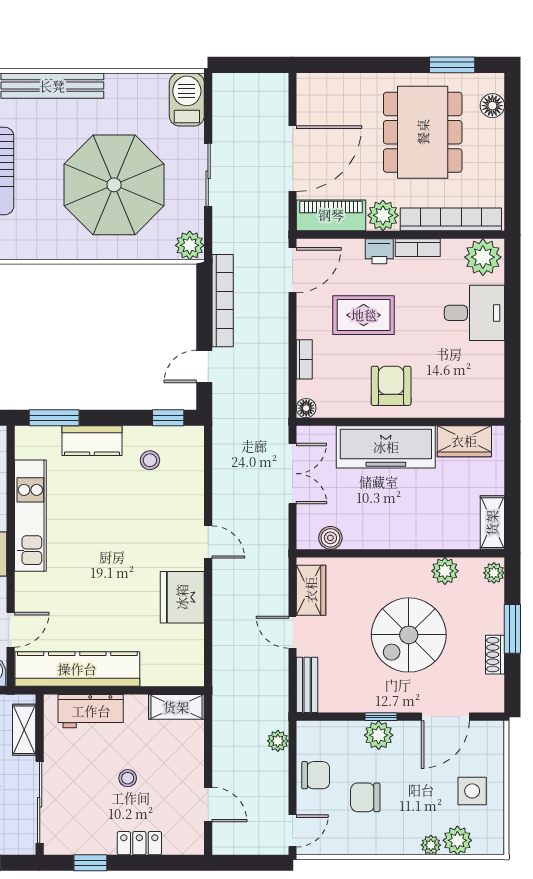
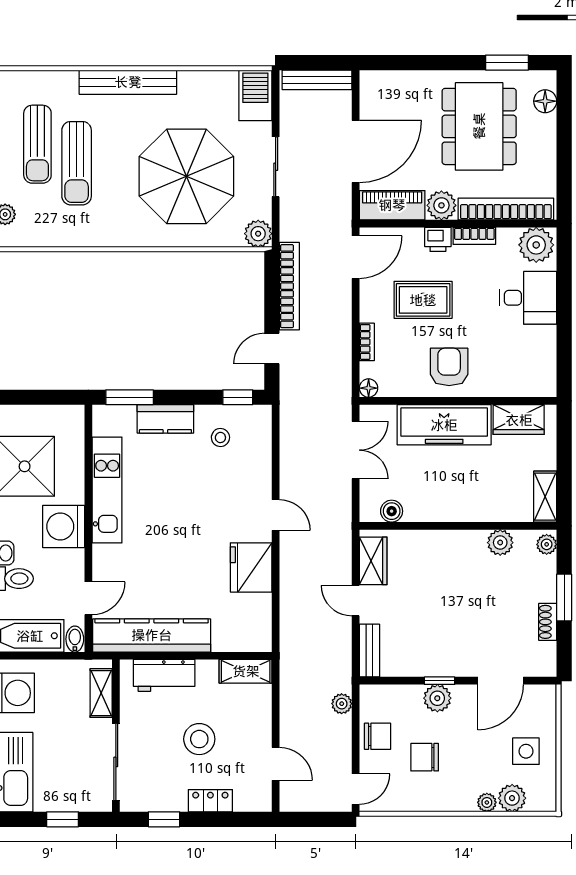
bench: (252, 83) -> (317, 80), added
spiral stairs: (409, 635) -> (466, 603), removed
stool: (128, 778) -> (199, 739), width x1.89, depth x1.89

